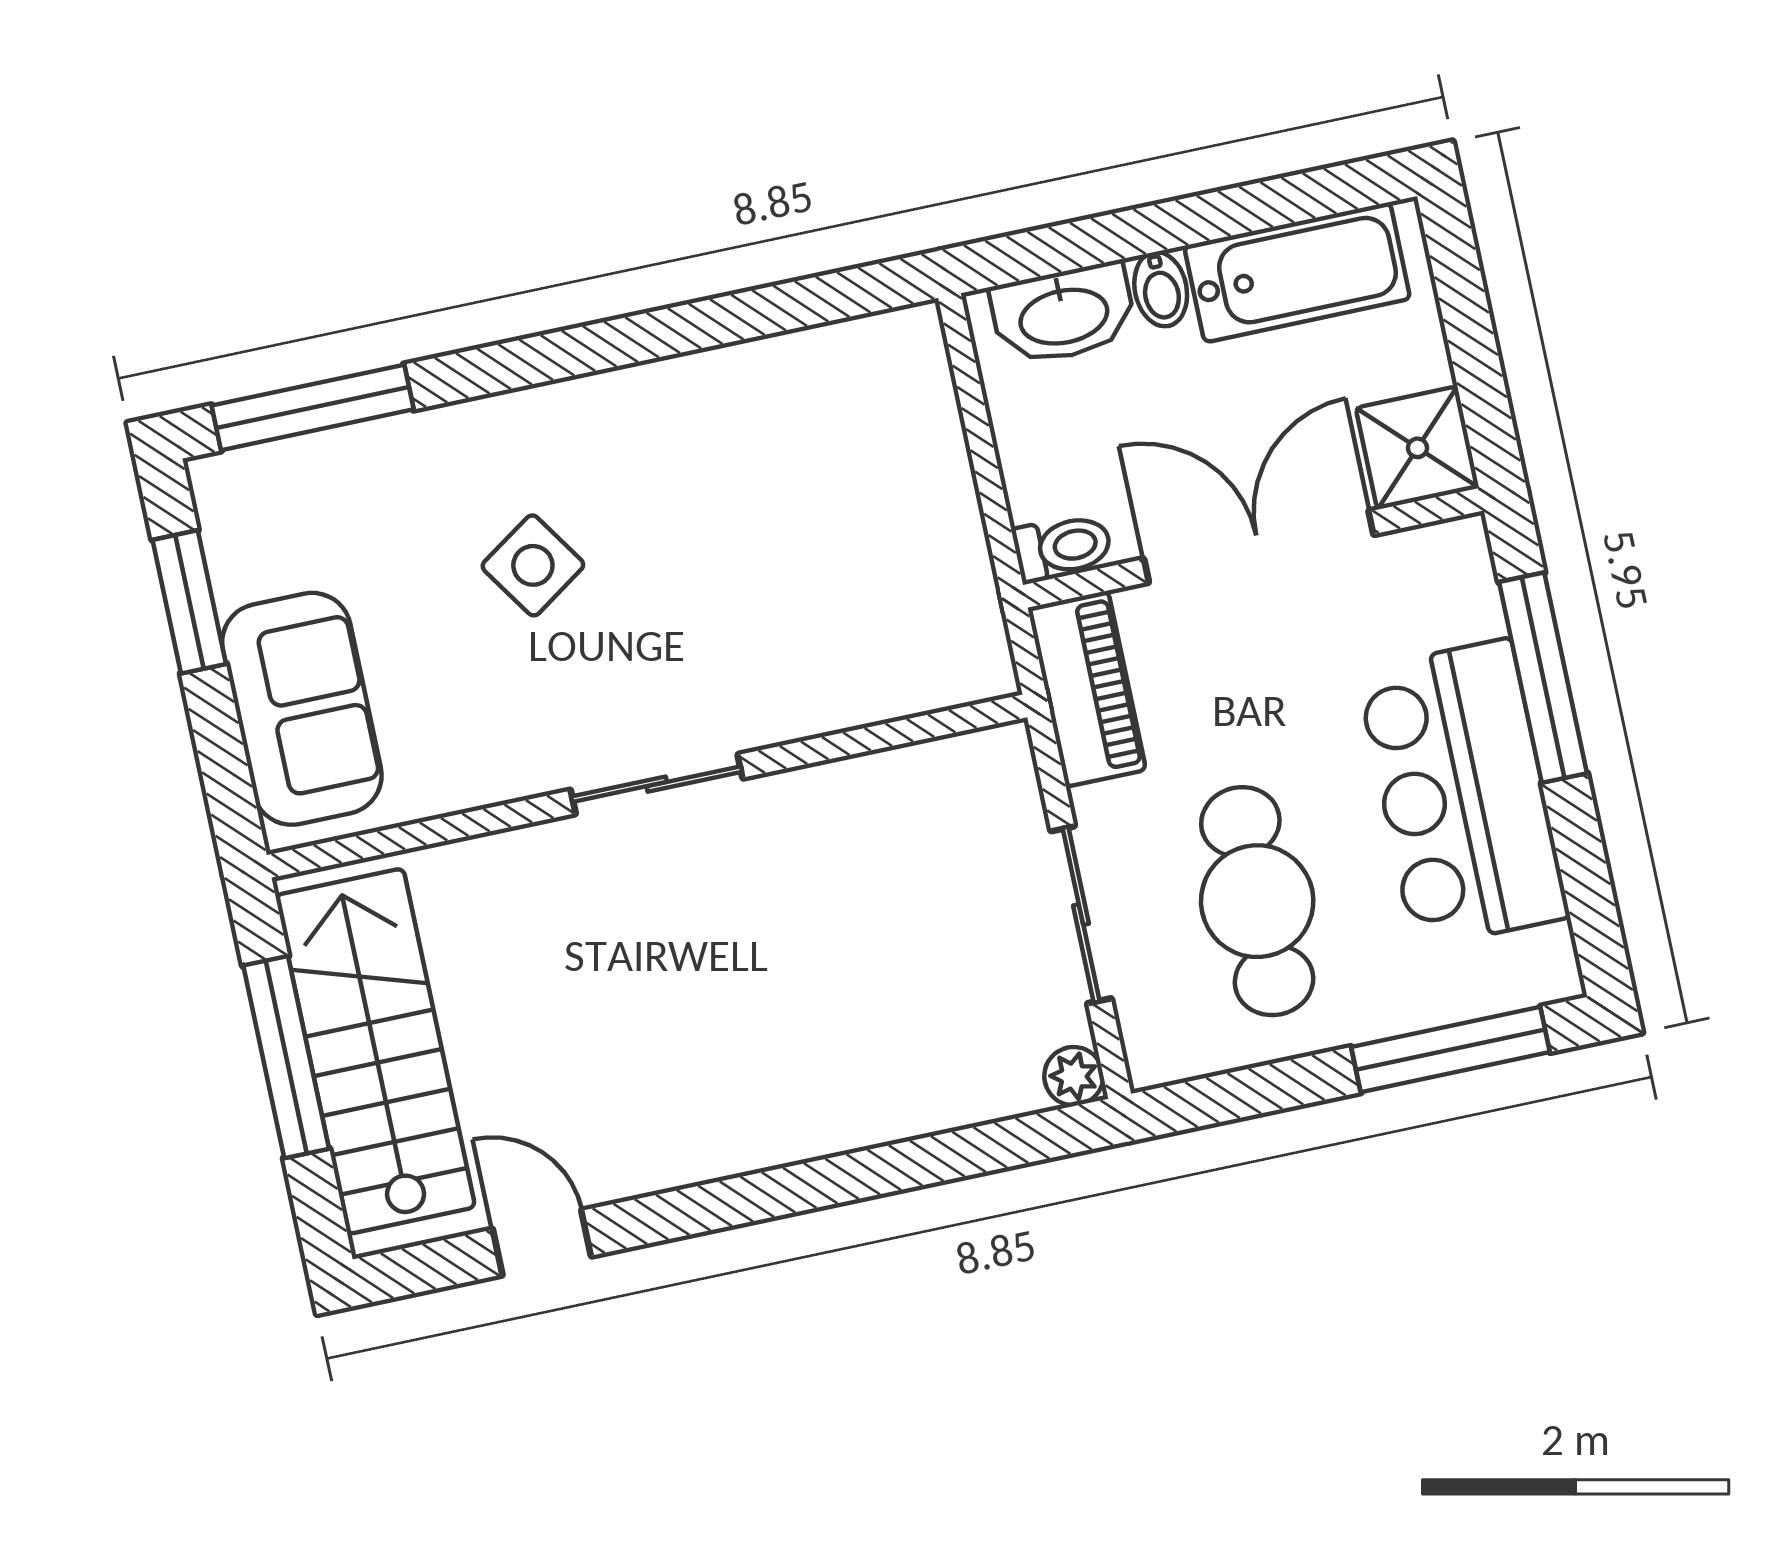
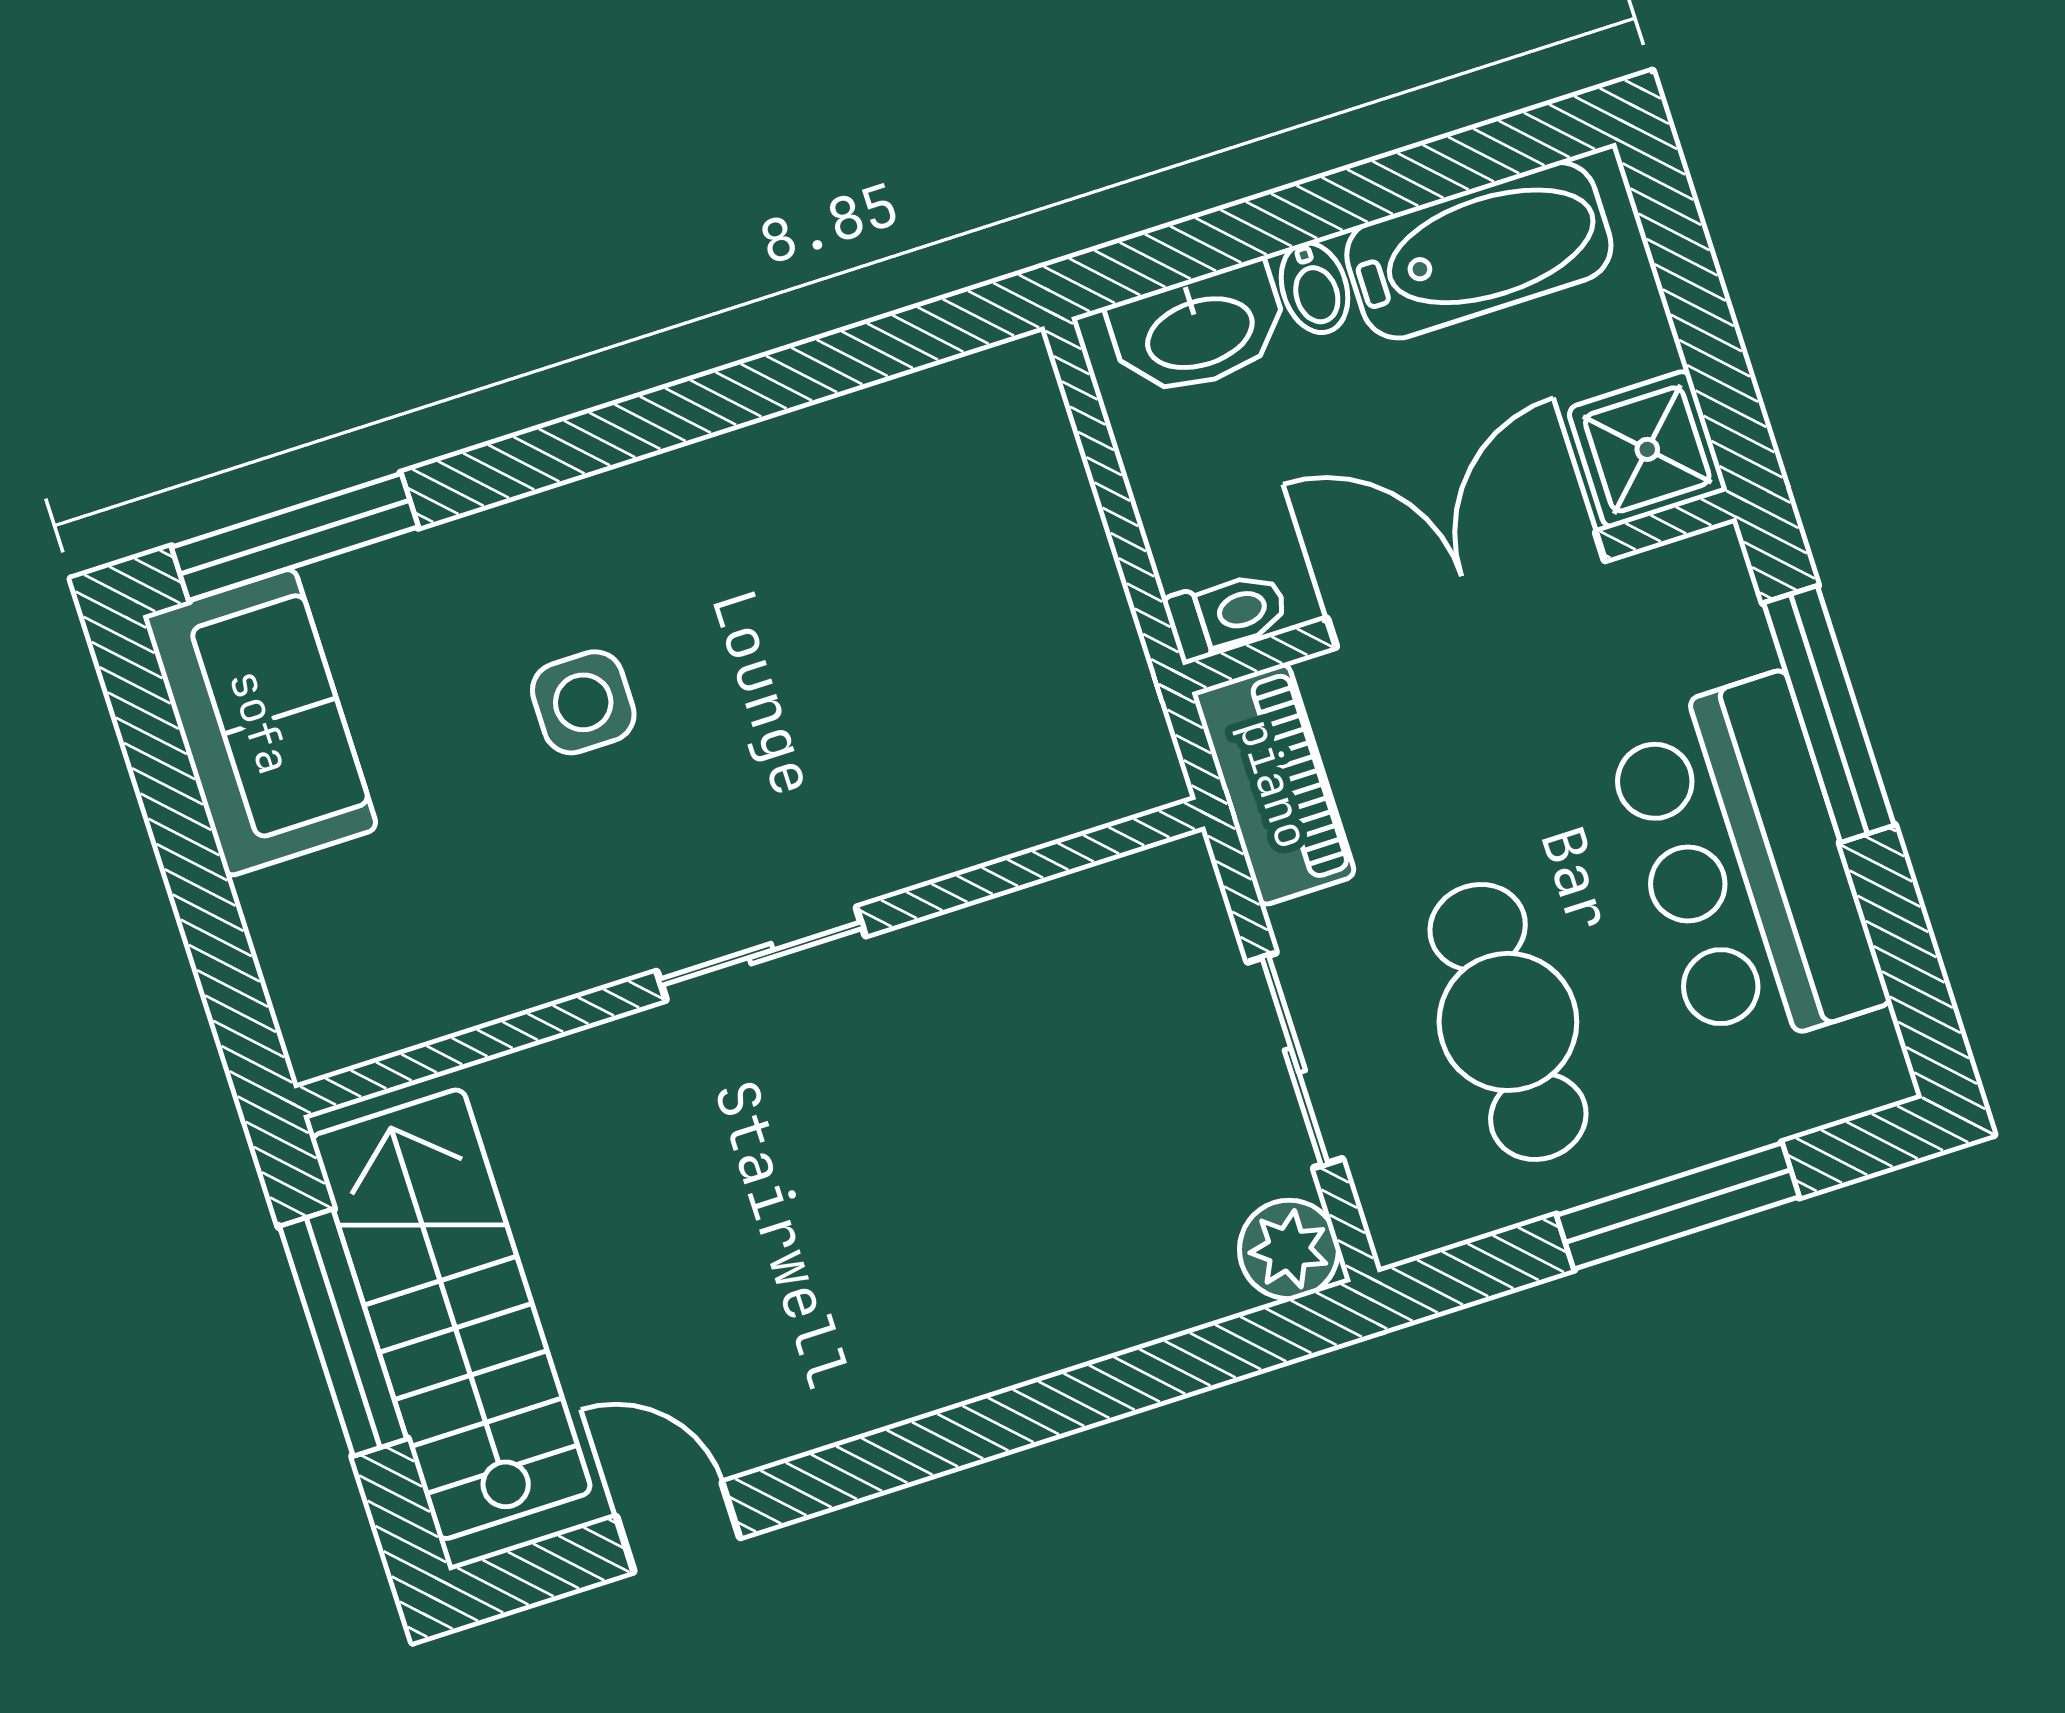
side table: (533, 565) -> (583, 702), turned 34
window: (189, 602) -> (169, 789), removed
sofa: (302, 709) -> (260, 722), moved
window: (1451, 1050) -> (1678, 1206), moved
plant: (1074, 1076) -> (1289, 1249), width x1.38, depth x1.38

